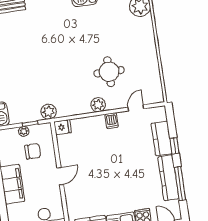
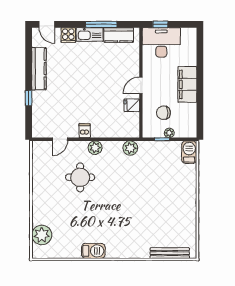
plant: (49, 112) -> (130, 148), moved
fridge: (63, 127) -> (132, 105), moved
kitchen counter: (162, 138) -> (40, 107), removed
window: (180, 184) -> (29, 62), removed

